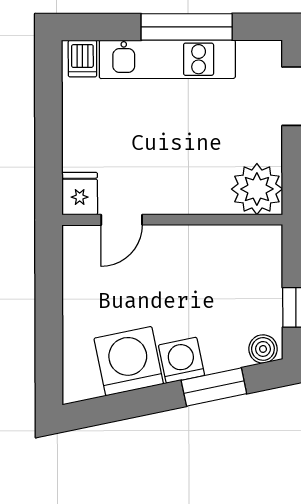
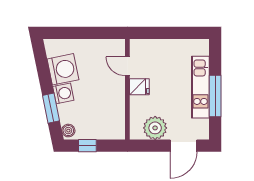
dishwasher: (82, 59) -> (201, 49), removed
plant: (257, 189) -> (155, 128), moved
fridge: (80, 194) -> (139, 87), moved

